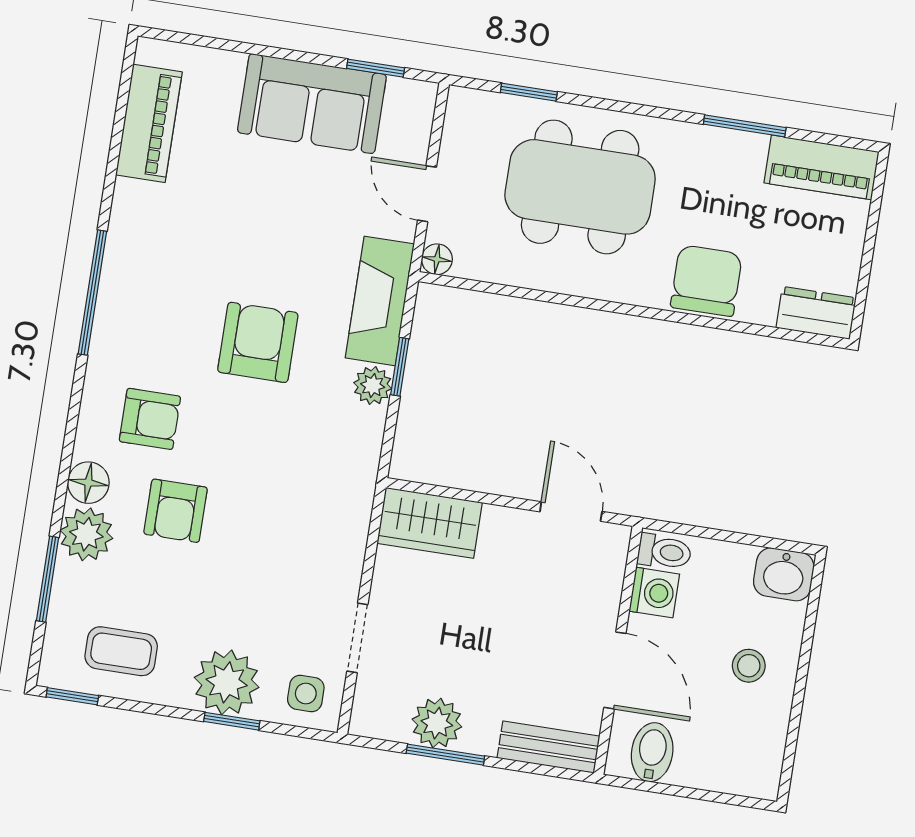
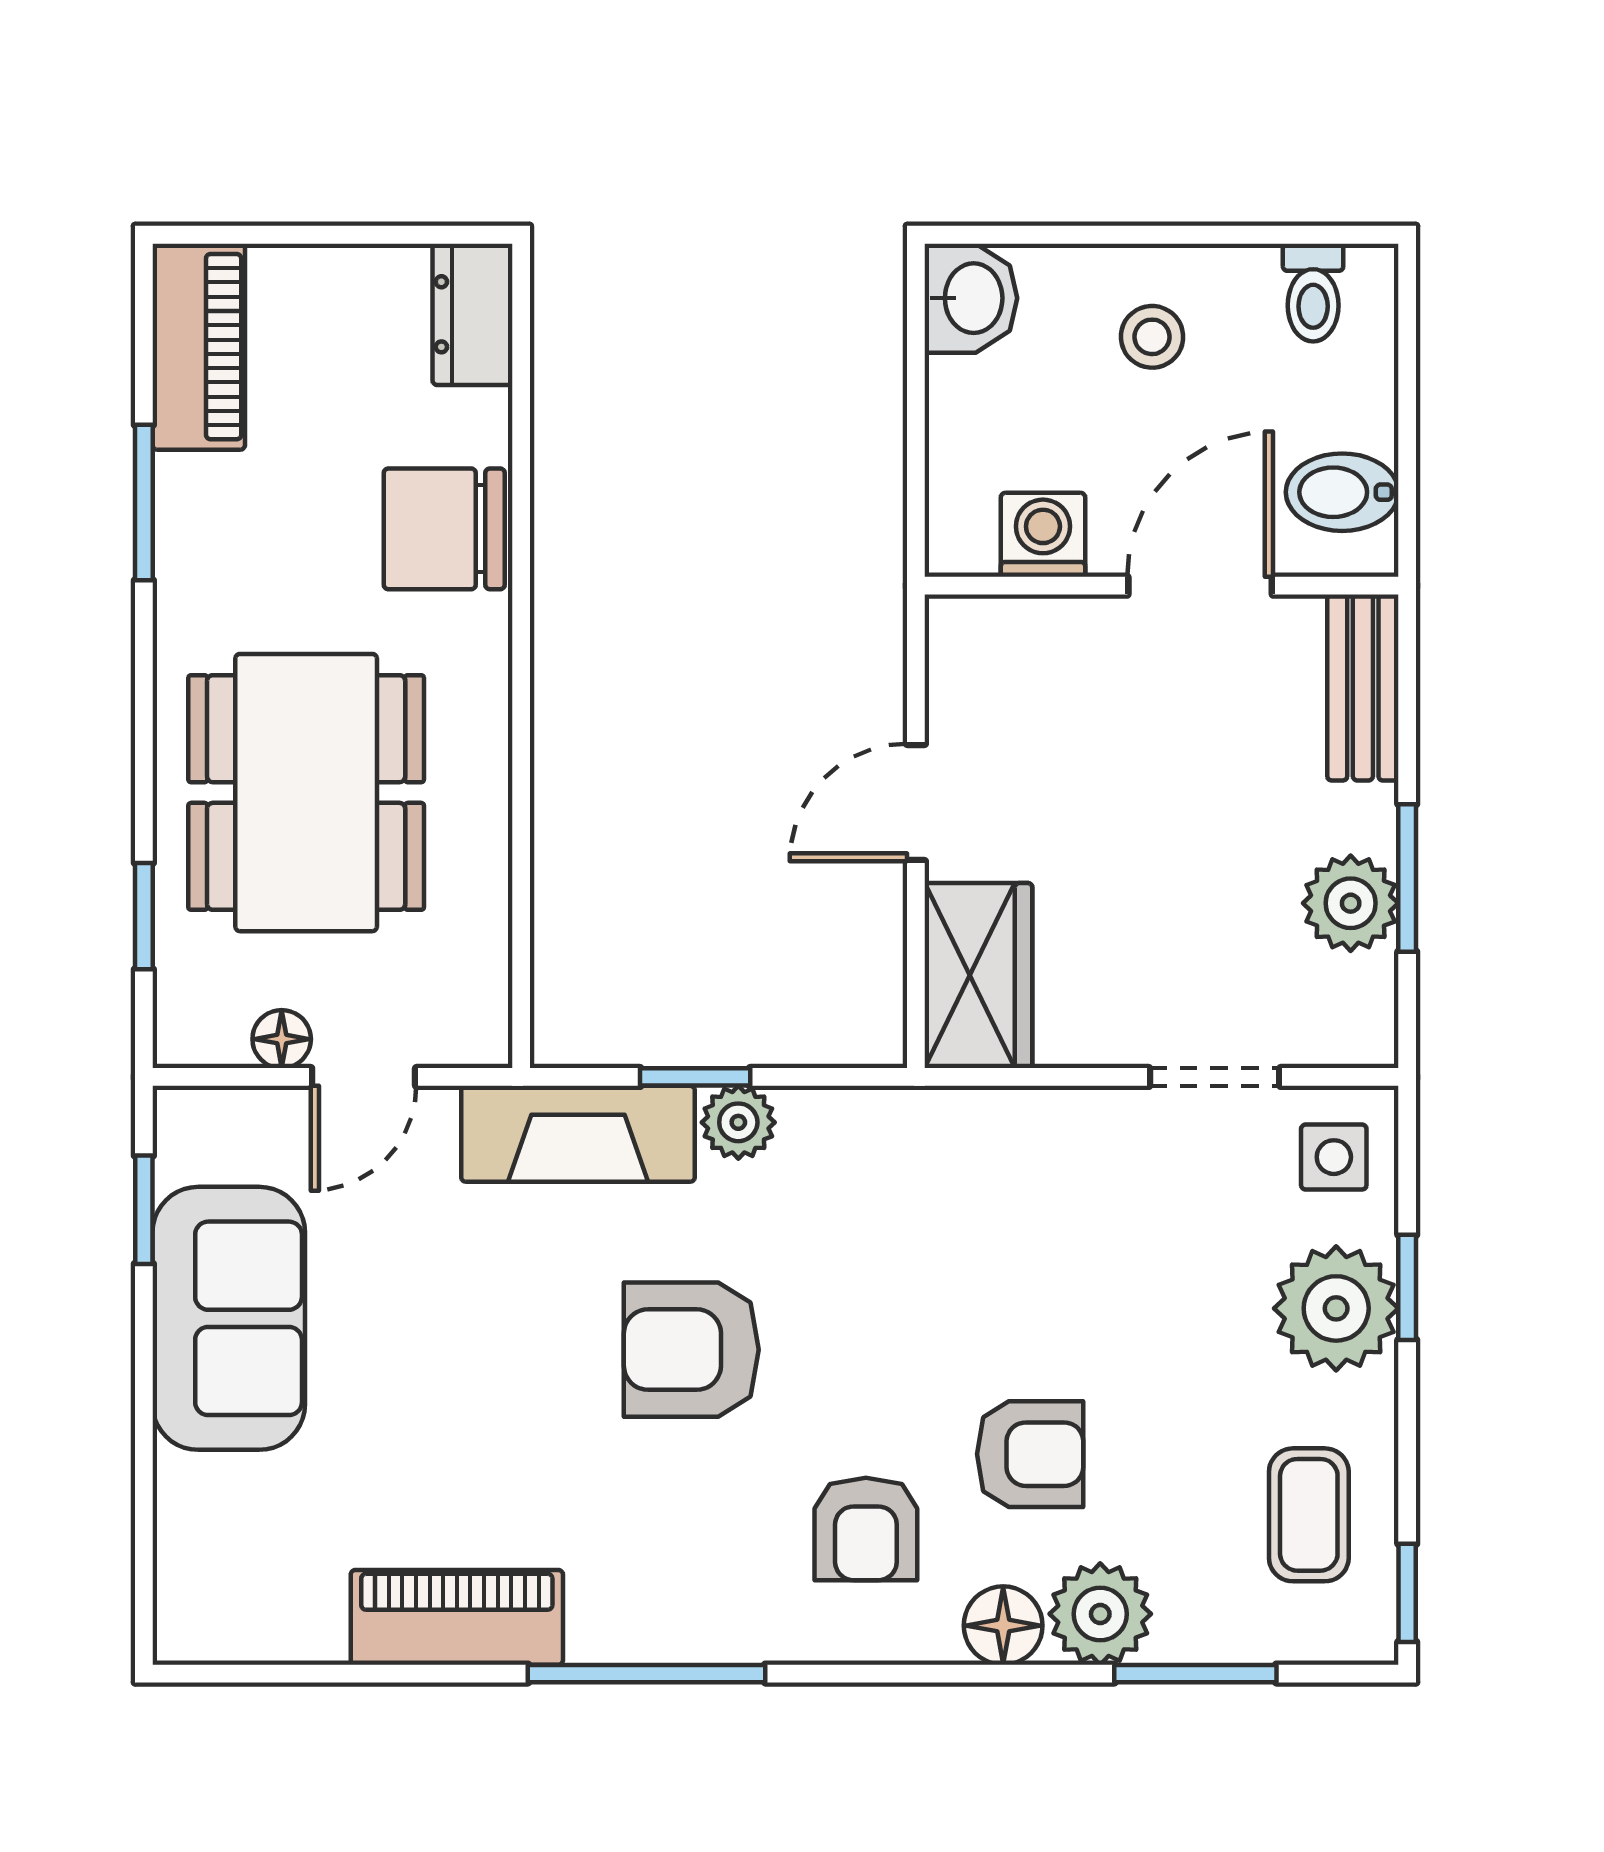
piano: (149, 123) -> (457, 1617), moved
floor lamp: (437, 259) -> (282, 1039), moved
armchair: (150, 419) -> (866, 1529), turned 180
door: (571, 512) -> (916, 802), moved
toilet: (664, 552) -> (1313, 293), moved, turned 180

